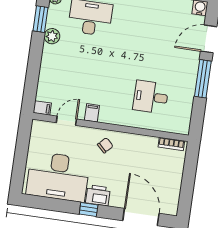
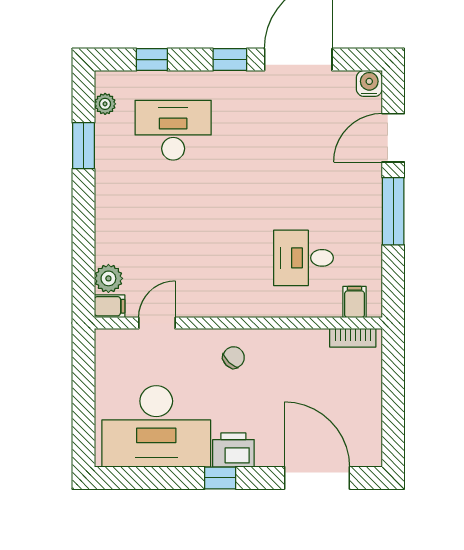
plant: (52, 36) -> (108, 278), moved
filing cabinet: (92, 113) -> (355, 302), moved

